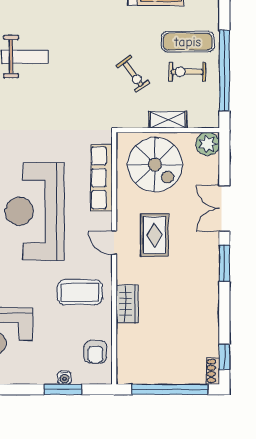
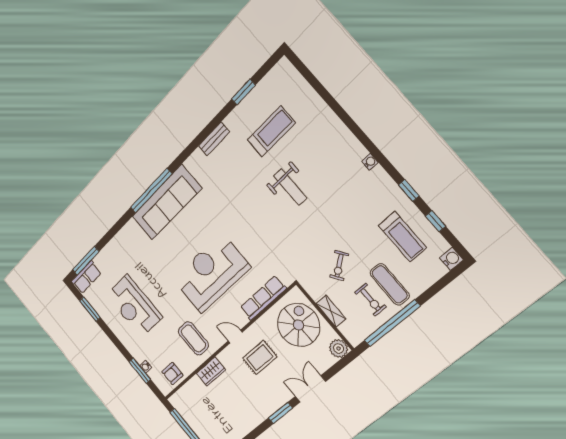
exercise bike: (187, 72) -> (370, 300), turned 180
spiral stairs: (155, 165) -> (298, 325), turned 180
door: (114, 243) -> (235, 337), hinge flipped

